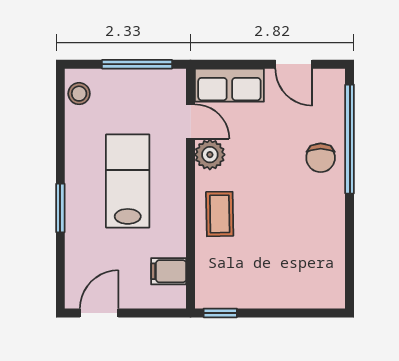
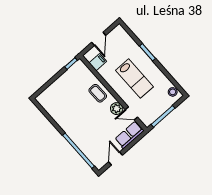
door: (294, 64) -> (115, 159), hinge flipped
chair: (321, 158) -> (82, 137), removed
door: (99, 313) -> (99, 39), moved

